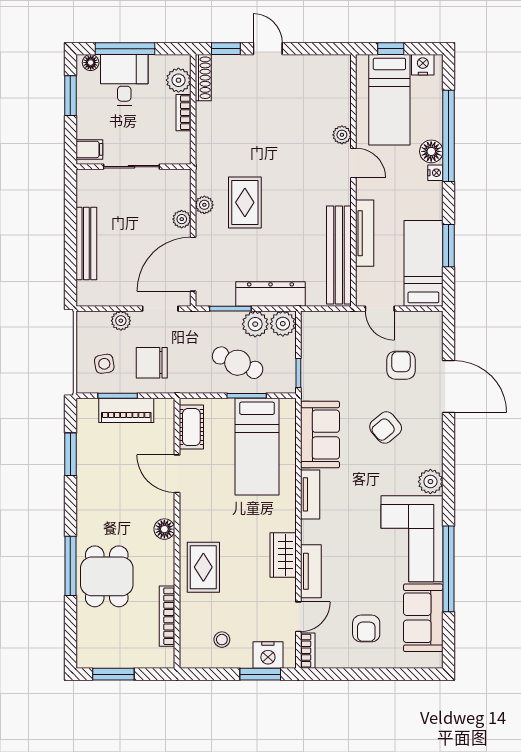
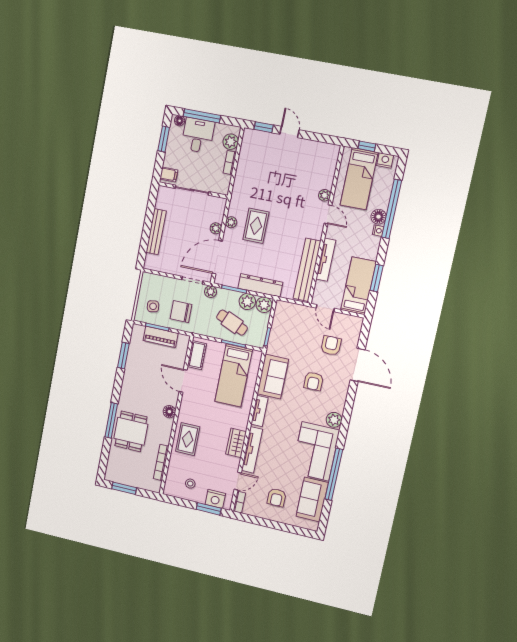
shoe rack: (203, 78) -> (246, 143), removed
plant: (121, 321) -> (211, 292), moved
armchair: (386, 427) -> (314, 381), turned -50
tv unit: (311, 571) -> (252, 450), width x1.41

